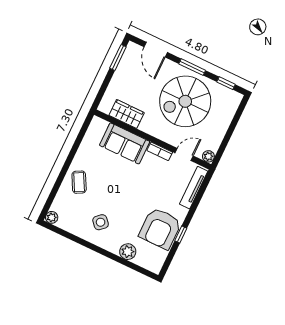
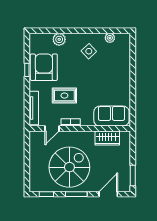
door: (156, 50) -> (108, 194), hinge flipped
sofa: (125, 143) -> (111, 116), moved
plant: (208, 156) -> (34, 135), removed
coffee table: (79, 182) -> (118, 73), removed
rug: (152, 185) -> (64, 96), added
plant: (52, 217) -> (110, 38), moved

